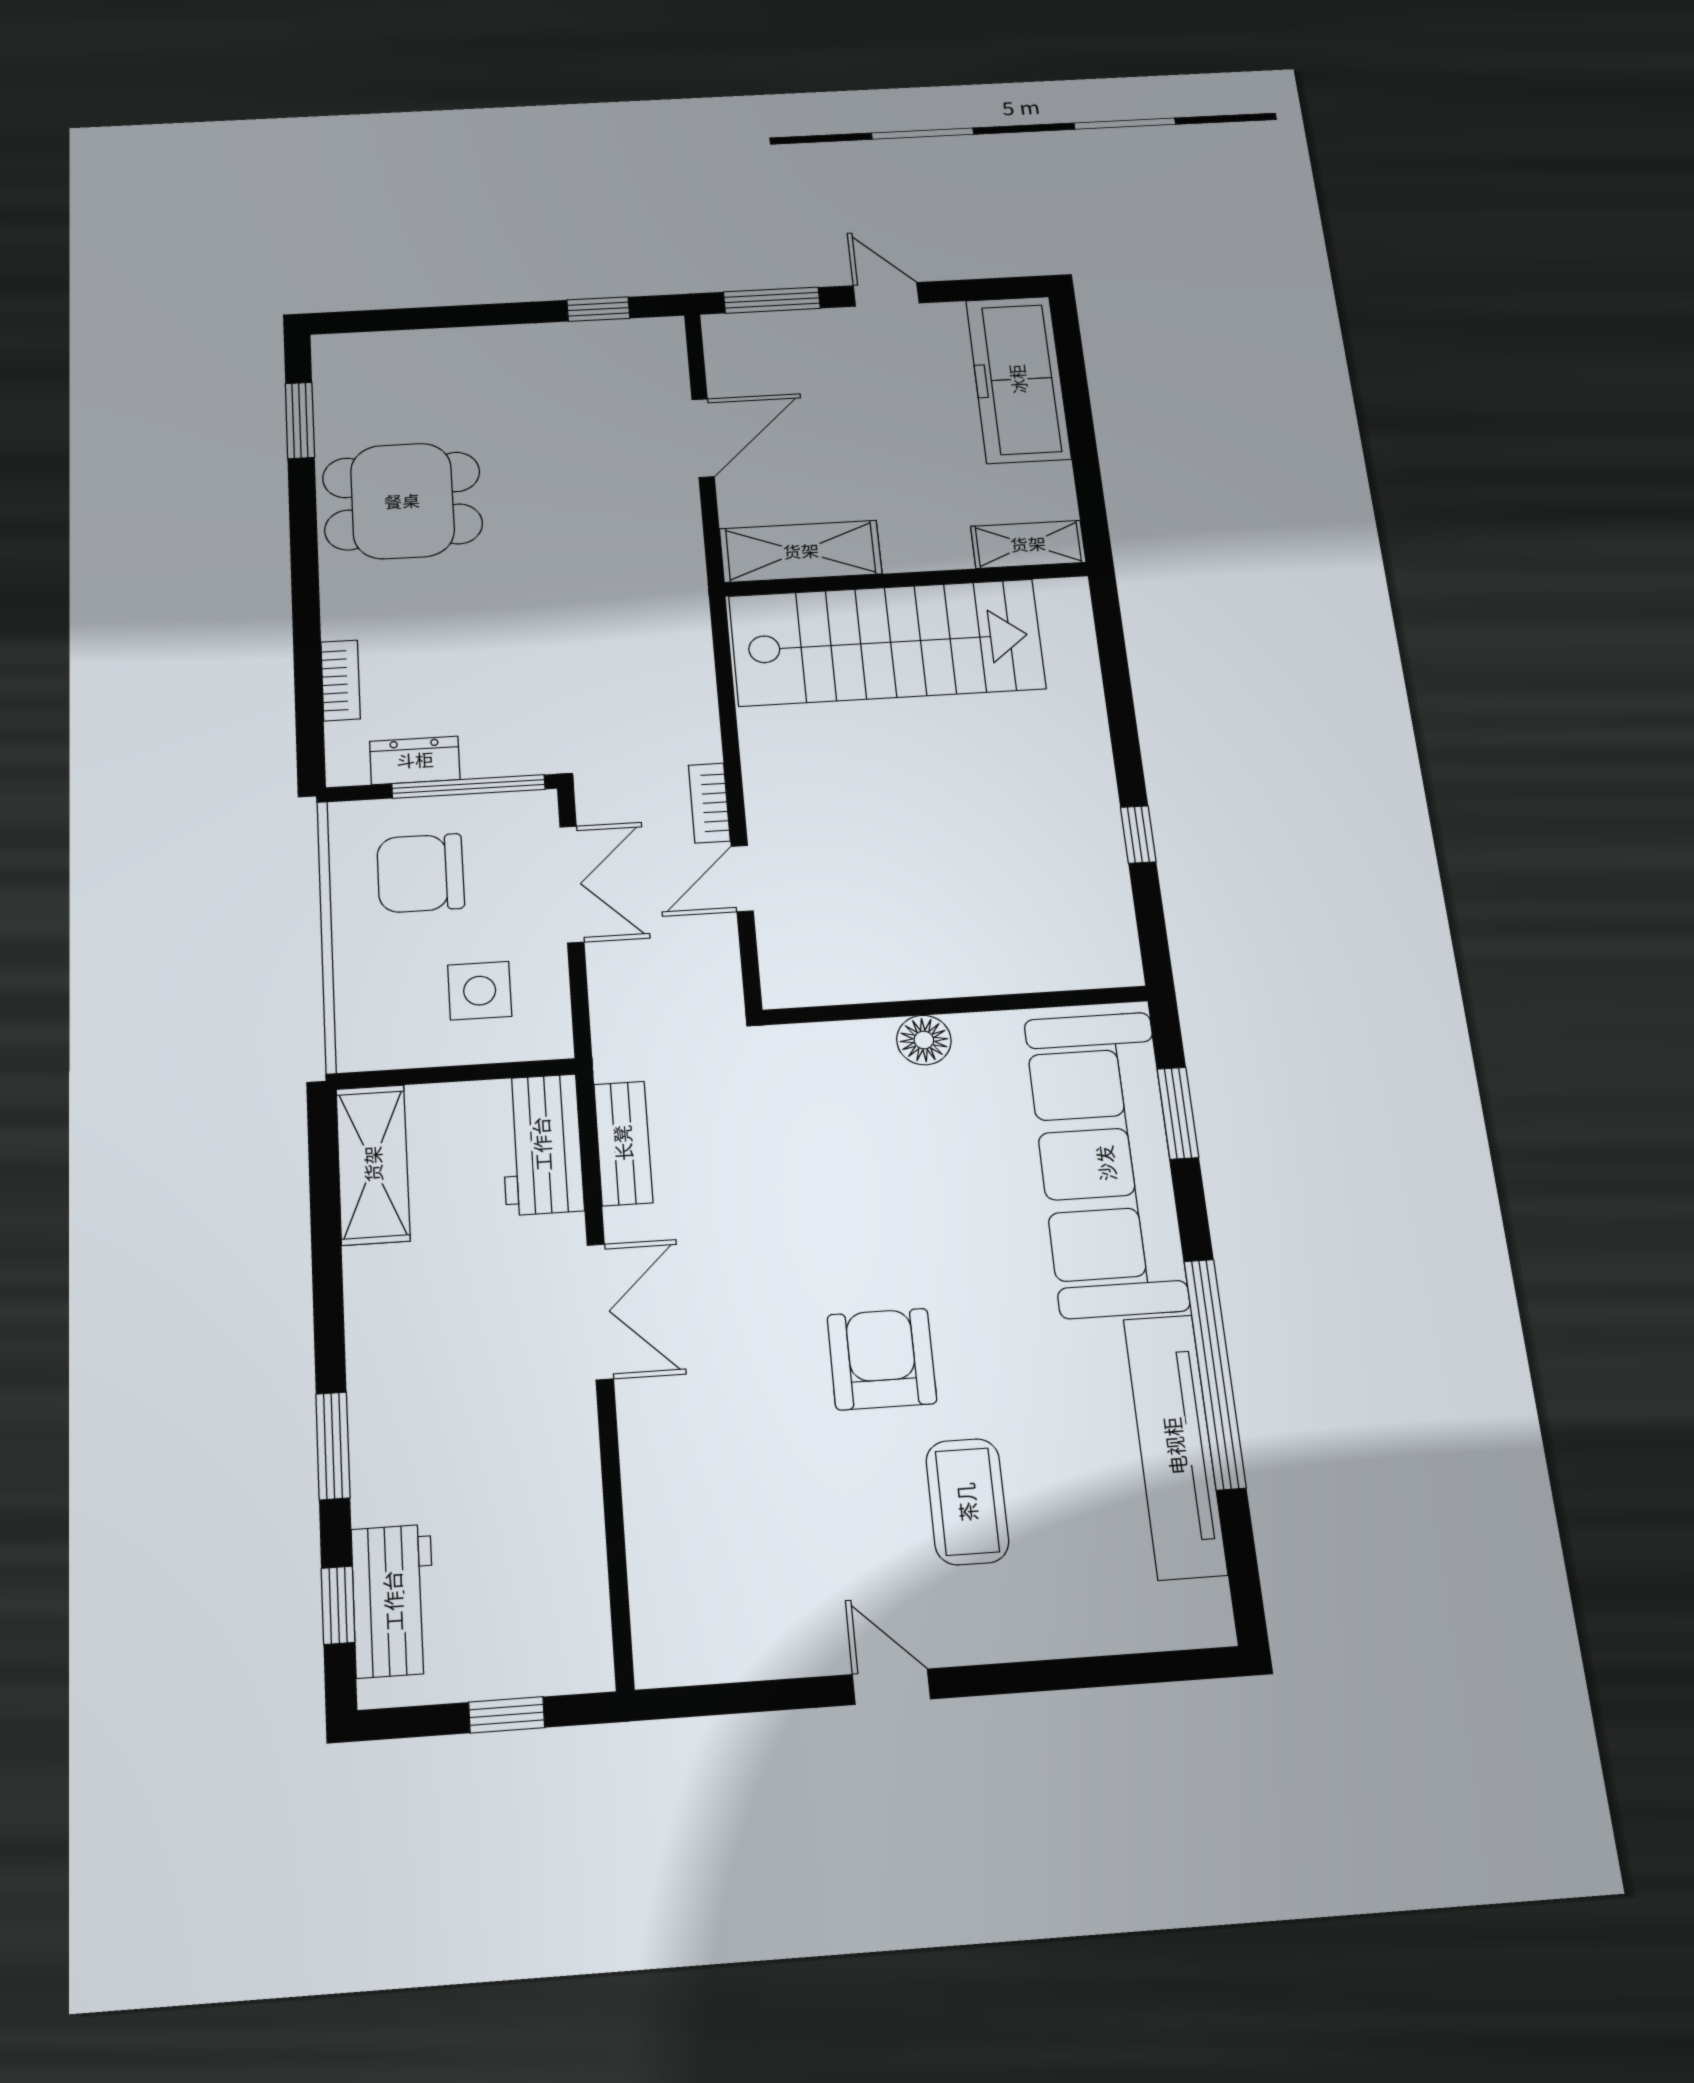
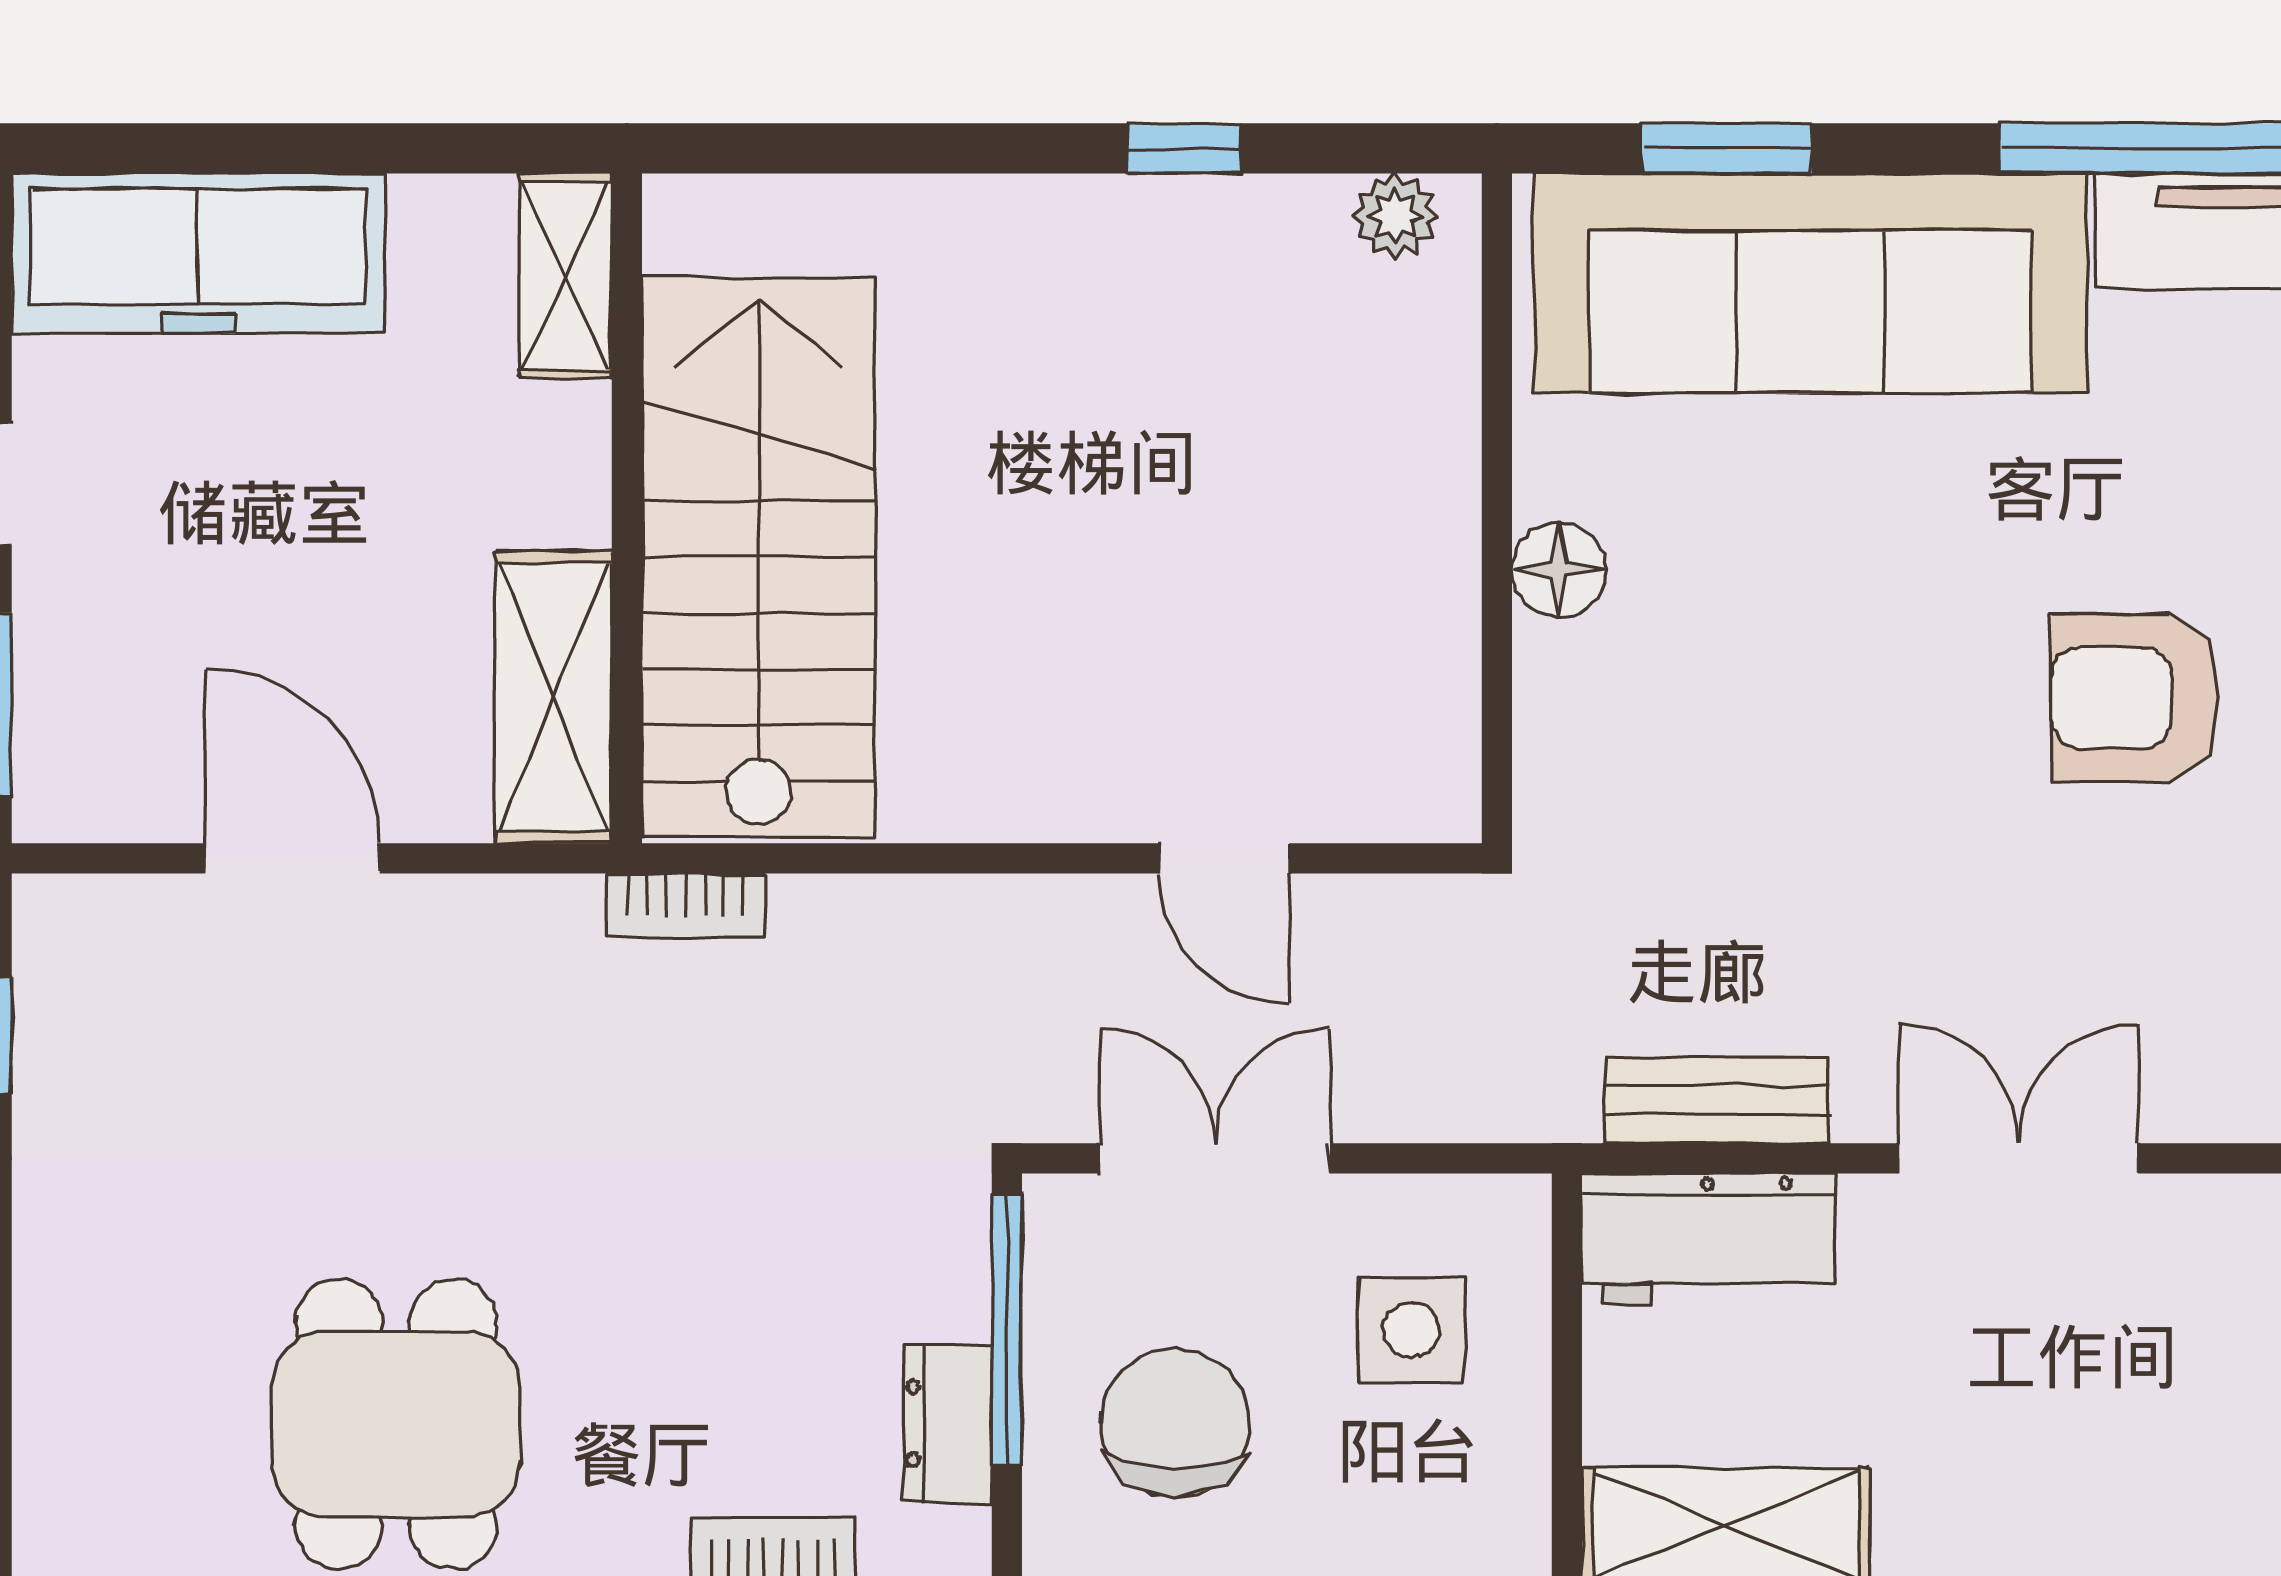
bookcase: (709, 803) -> (686, 905), moved
chair: (420, 873) -> (1175, 1423), turned 180
plant: (1115, 943) -> (1395, 216), added

